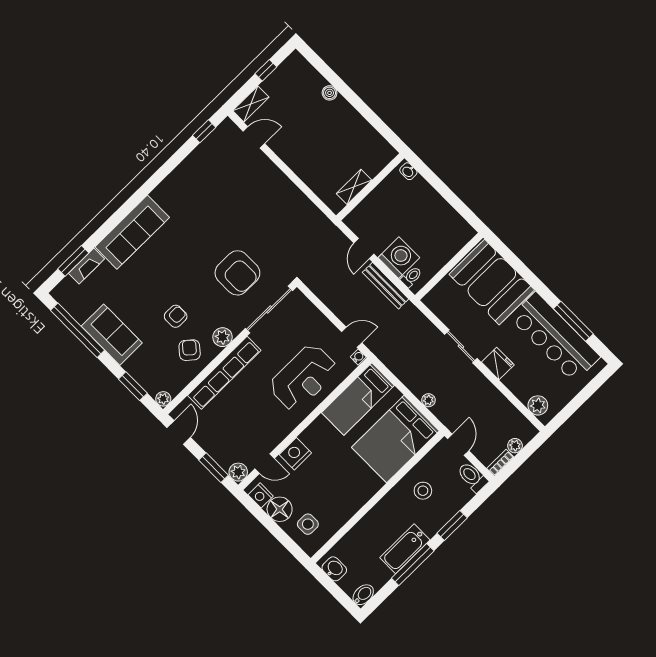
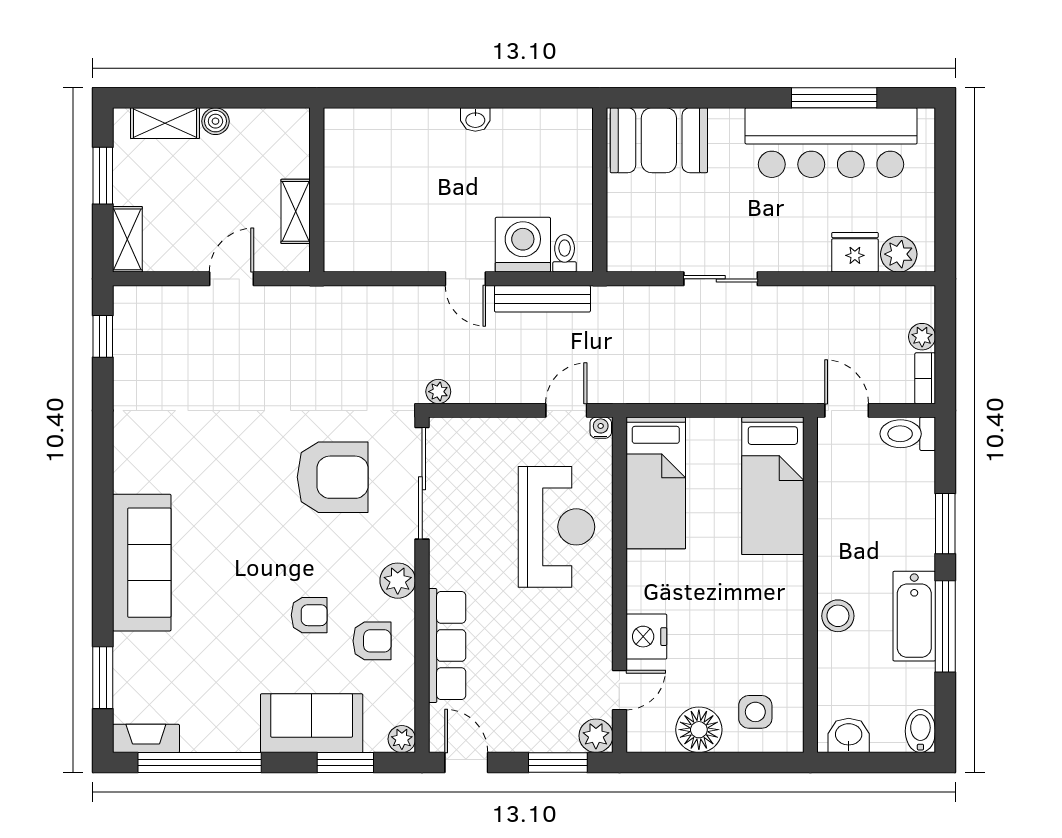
window: (266, 70) -> (103, 176), width x1.50
shelving: (310, 74) -> (165, 123), added
door: (254, 137) -> (232, 279), moved
washbasin: (408, 171) -> (475, 119), moved
shelving: (354, 187) -> (296, 211), moved
wall: (370, 187) -> (317, 190), moved
fireplace: (87, 266) -> (146, 738), moved, turned -90
booth: (492, 282) -> (659, 140), width x0.73, depth x0.70
armchair: (176, 316) -> (309, 615), turned 90
sofa: (112, 335) -> (312, 723), moved
armchair: (190, 350) -> (372, 641), turned 140
fridge: (498, 363) -> (855, 252), moved
row of seats: (224, 373) -> (447, 645), width x0.73
plant: (428, 400) -> (438, 392), moved
bed: (395, 439) -> (773, 486), width x0.67
stool: (423, 491) -> (838, 616), moved
nightstand: (261, 495) -> (656, 737), removed

